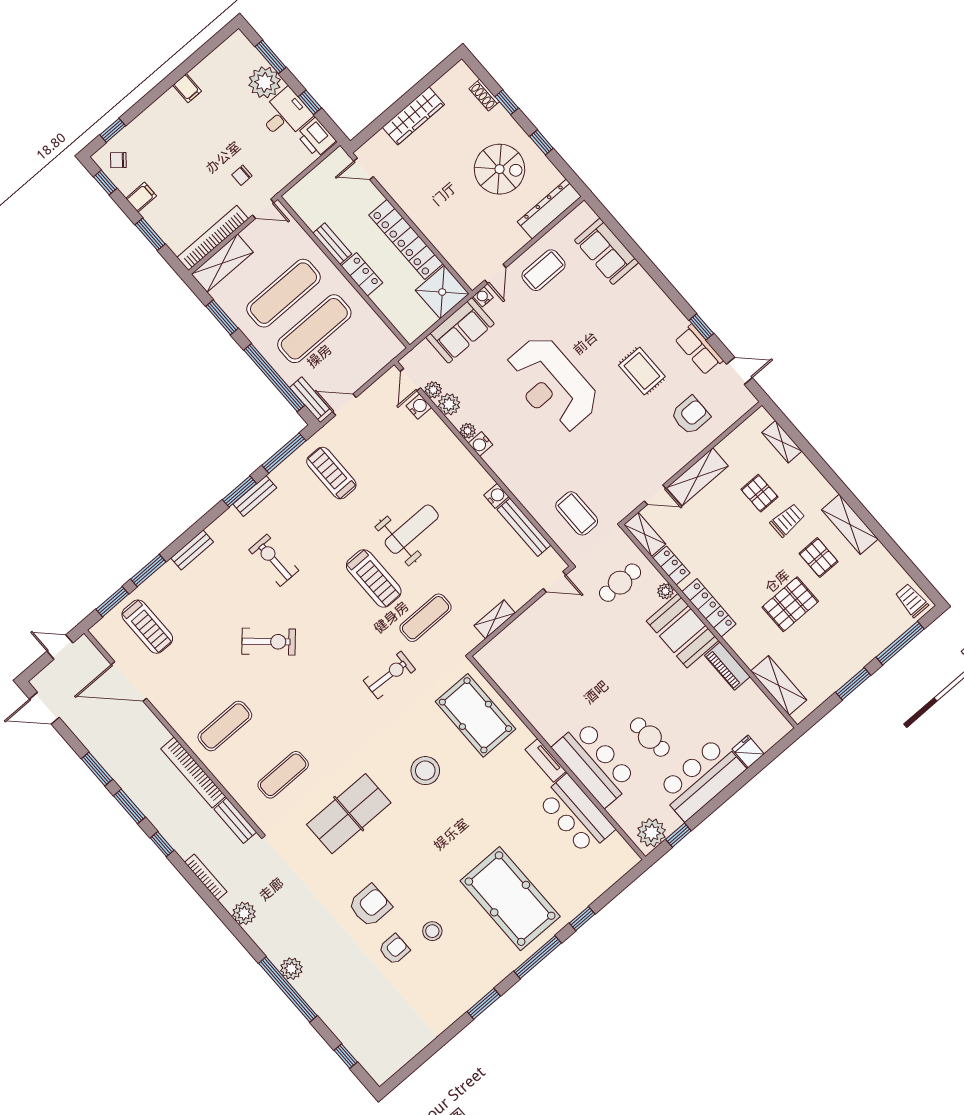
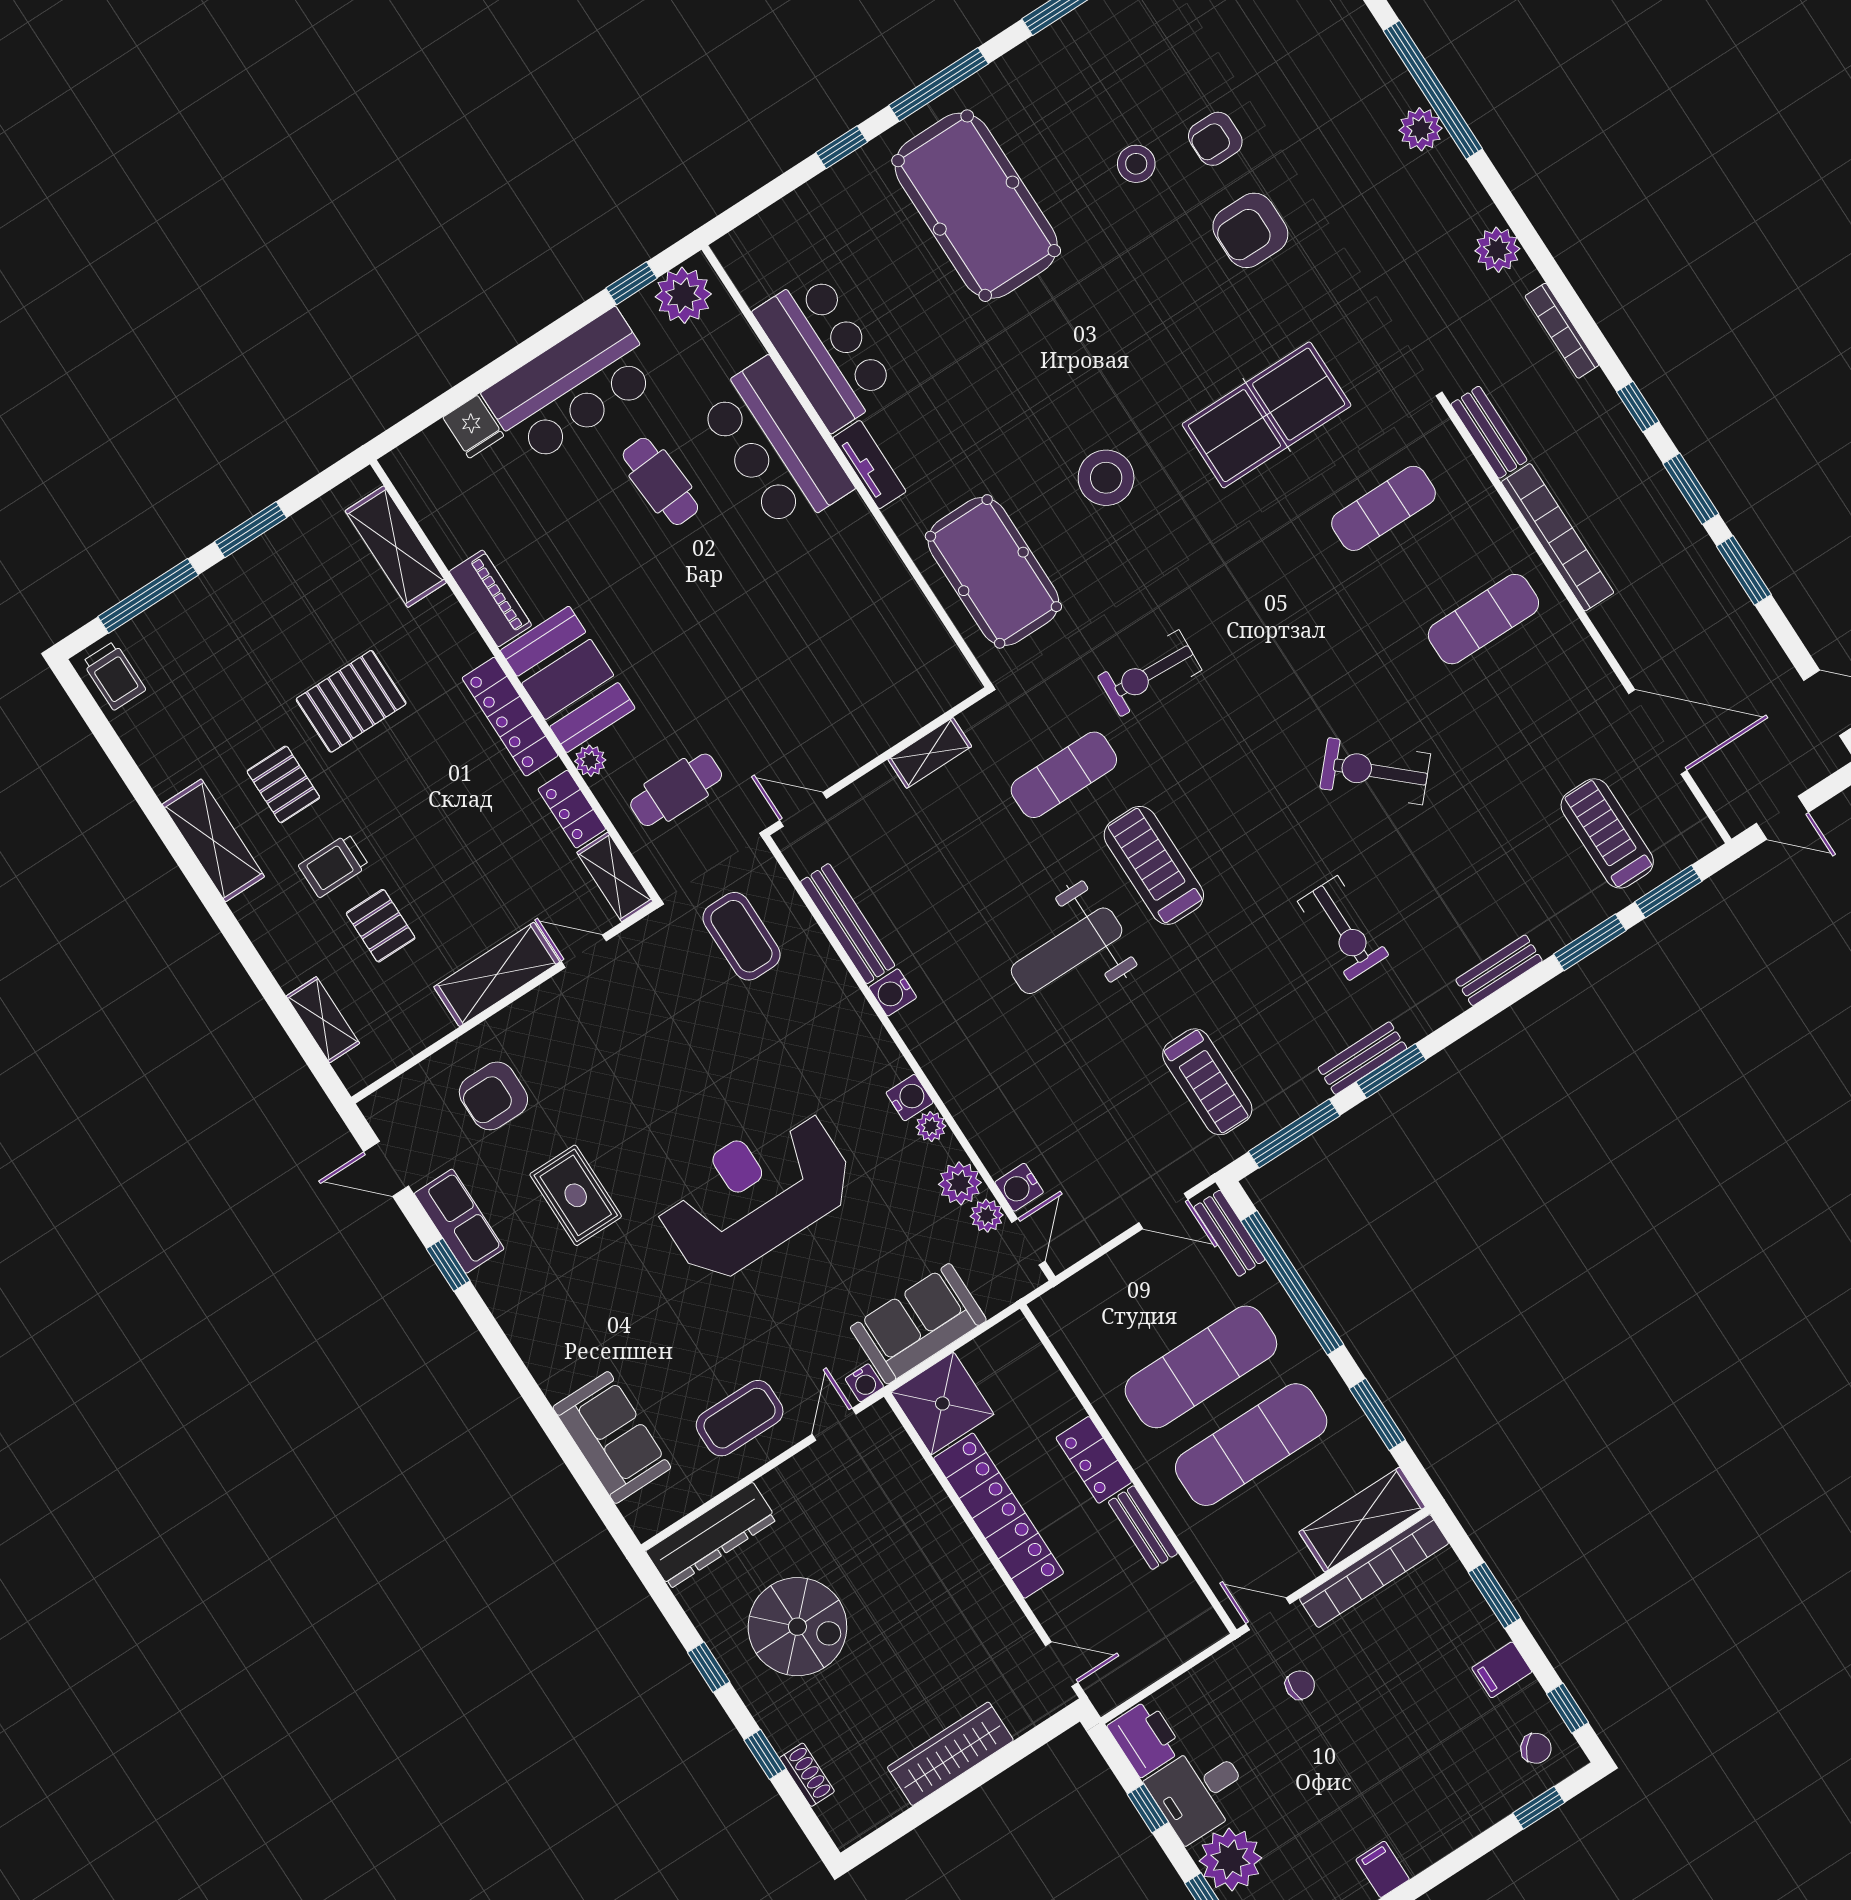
spiral stairs: (499, 169) -> (797, 1627), turned 180
reception desk: (552, 384) -> (755, 1194), turned -90

